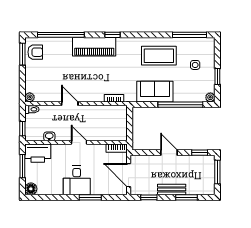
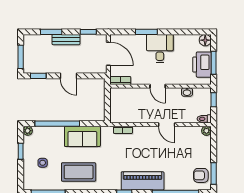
printer: (38, 153) -> (202, 65), moved, turned -90

